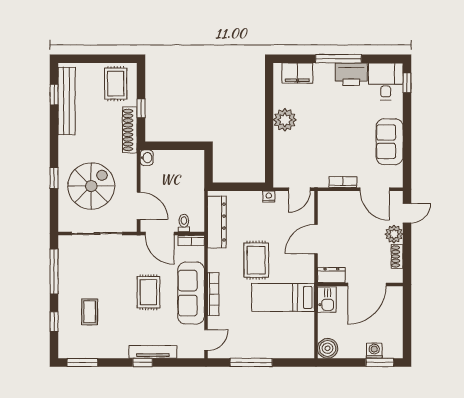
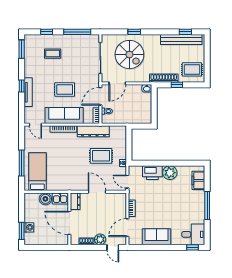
printer: (351, 74) -> (152, 173), moved, turned -90
dresser: (217, 222) -> (93, 131), moved
rug: (256, 260) -> (101, 156), moved
bed: (283, 297) -> (37, 172), moved
boiler: (328, 348) -> (45, 199), moved
window: (251, 362) -> (22, 163), moved

